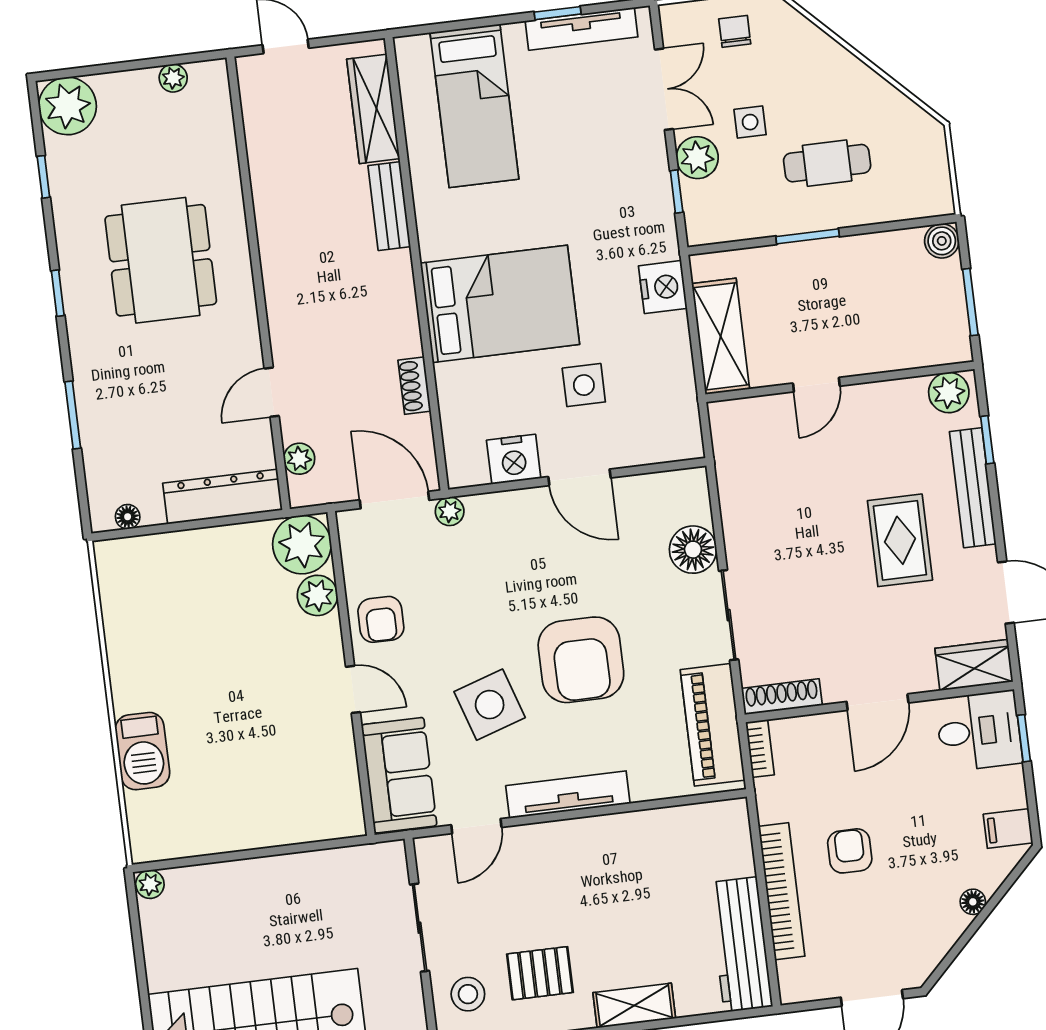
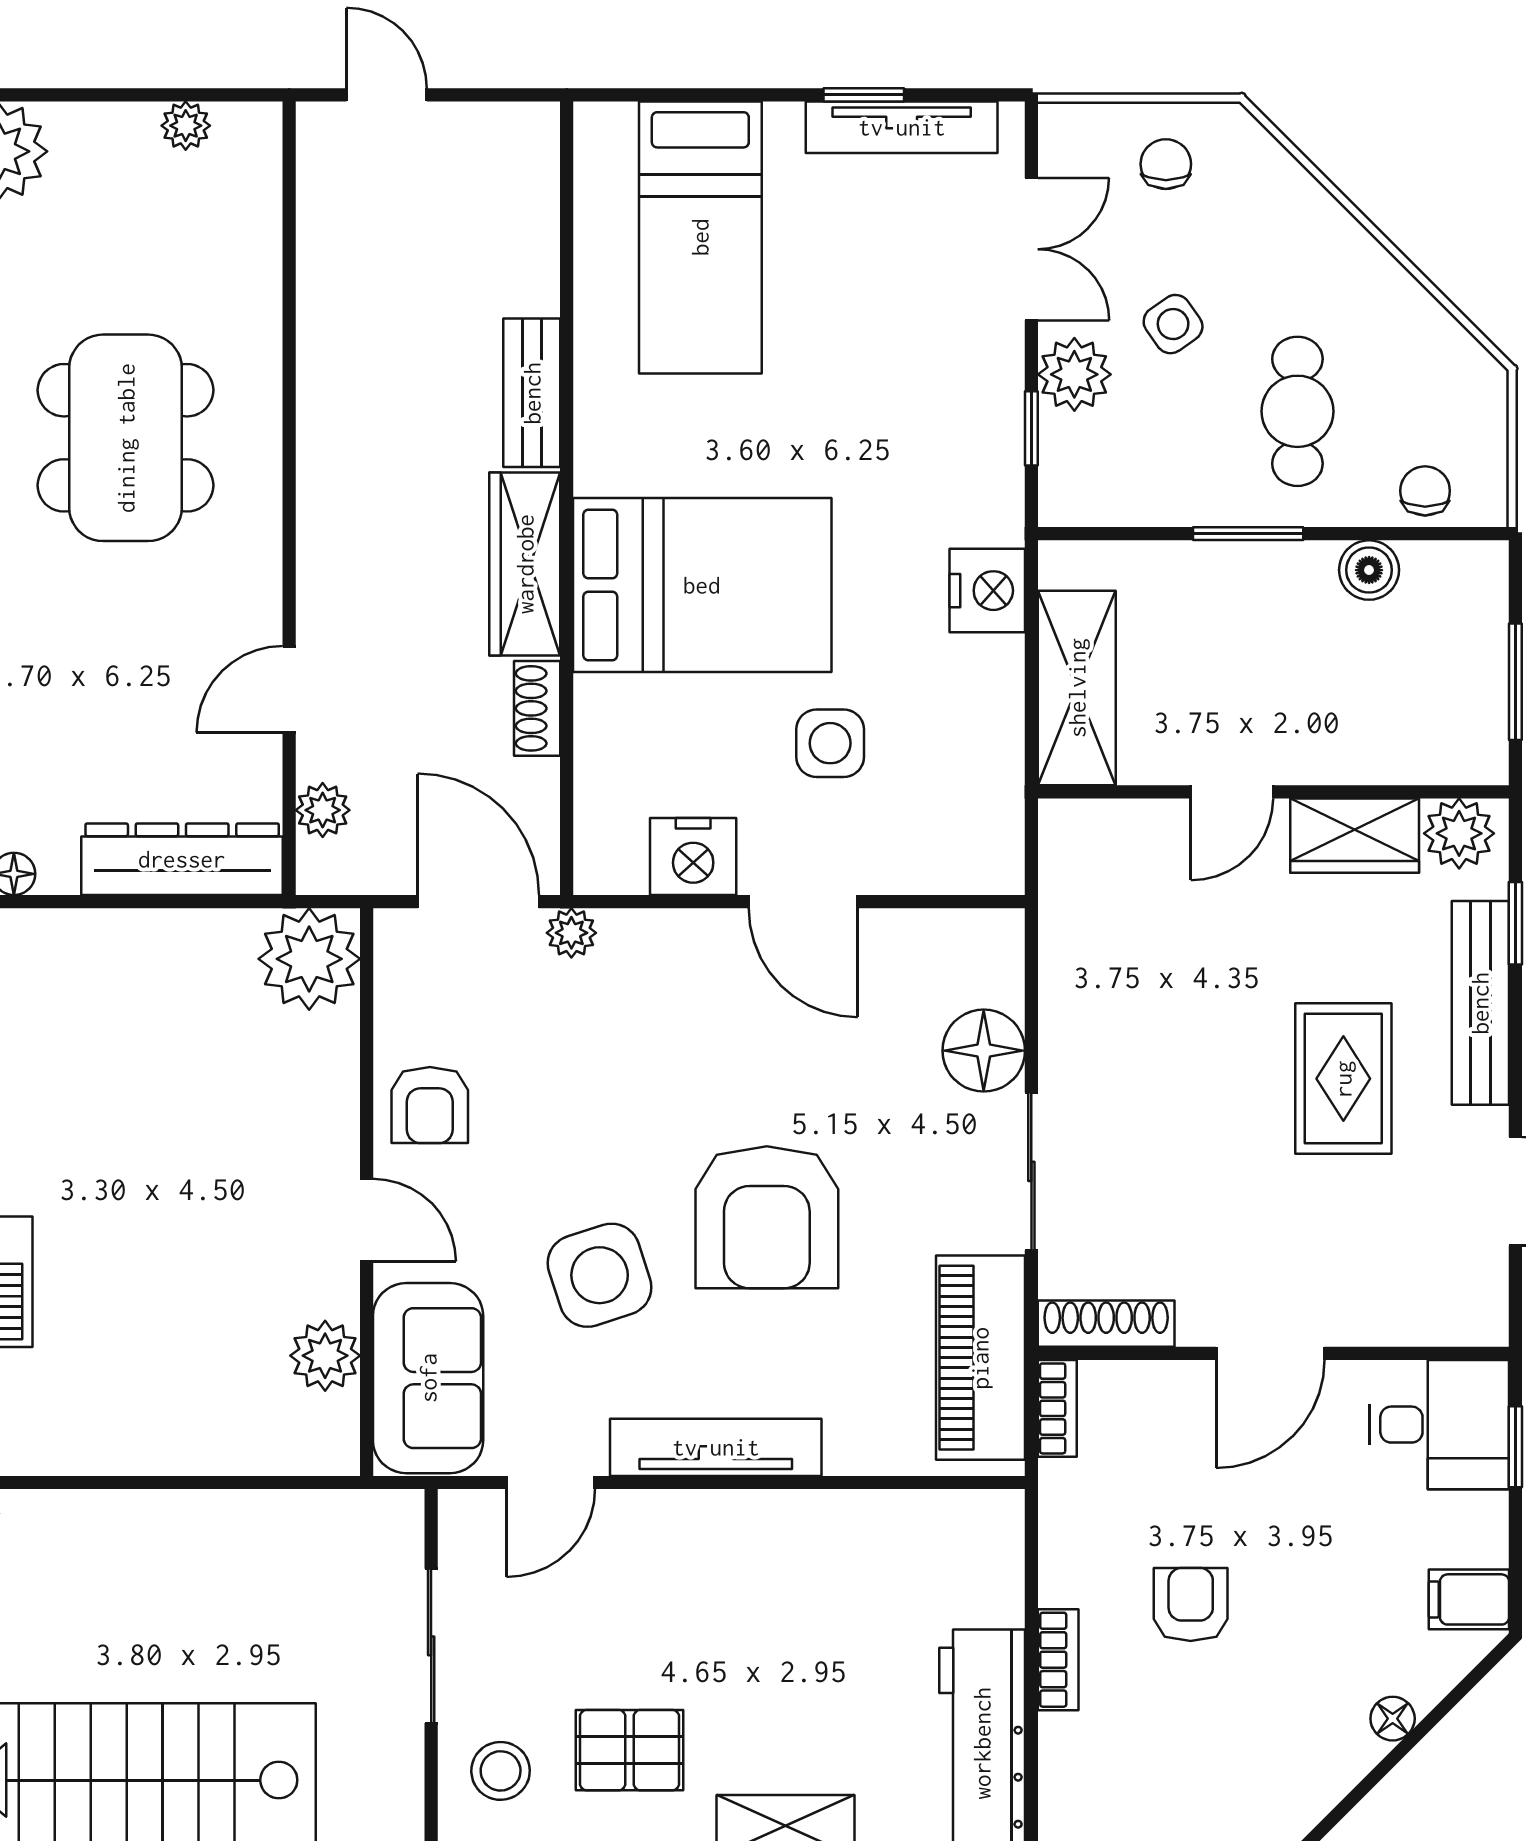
wardrobe: (373, 109) -> (525, 564), moved
side table: (750, 122) -> (1173, 324), turned -35
cafe table: (827, 163) -> (1297, 411), turned 90
chair: (905, 200) -> (1425, 491), added
boiler: (942, 241) -> (1369, 570), moved
plant: (317, 595) -> (325, 1356), moved
wardrobe: (974, 665) -> (1355, 836), moved, turned 180
bookcase: (782, 891) -> (1058, 1660), width x0.43, depth x0.76

